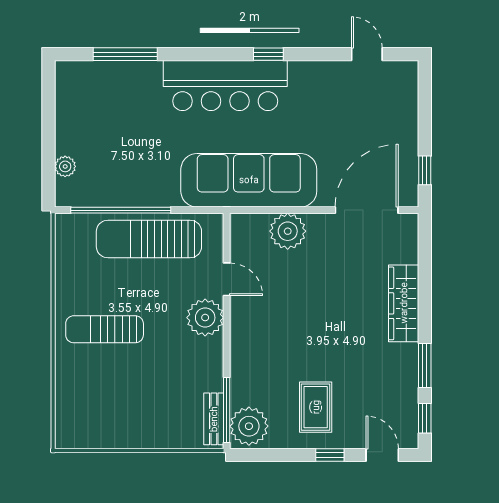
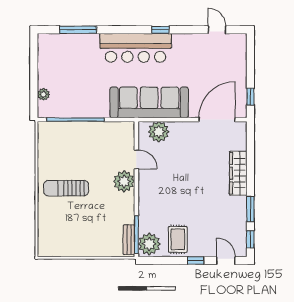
plant: (288, 231) -> (159, 132), moved
sun lounger: (149, 239) -> (92, 136), removed
rug: (316, 407) -> (178, 239), moved

